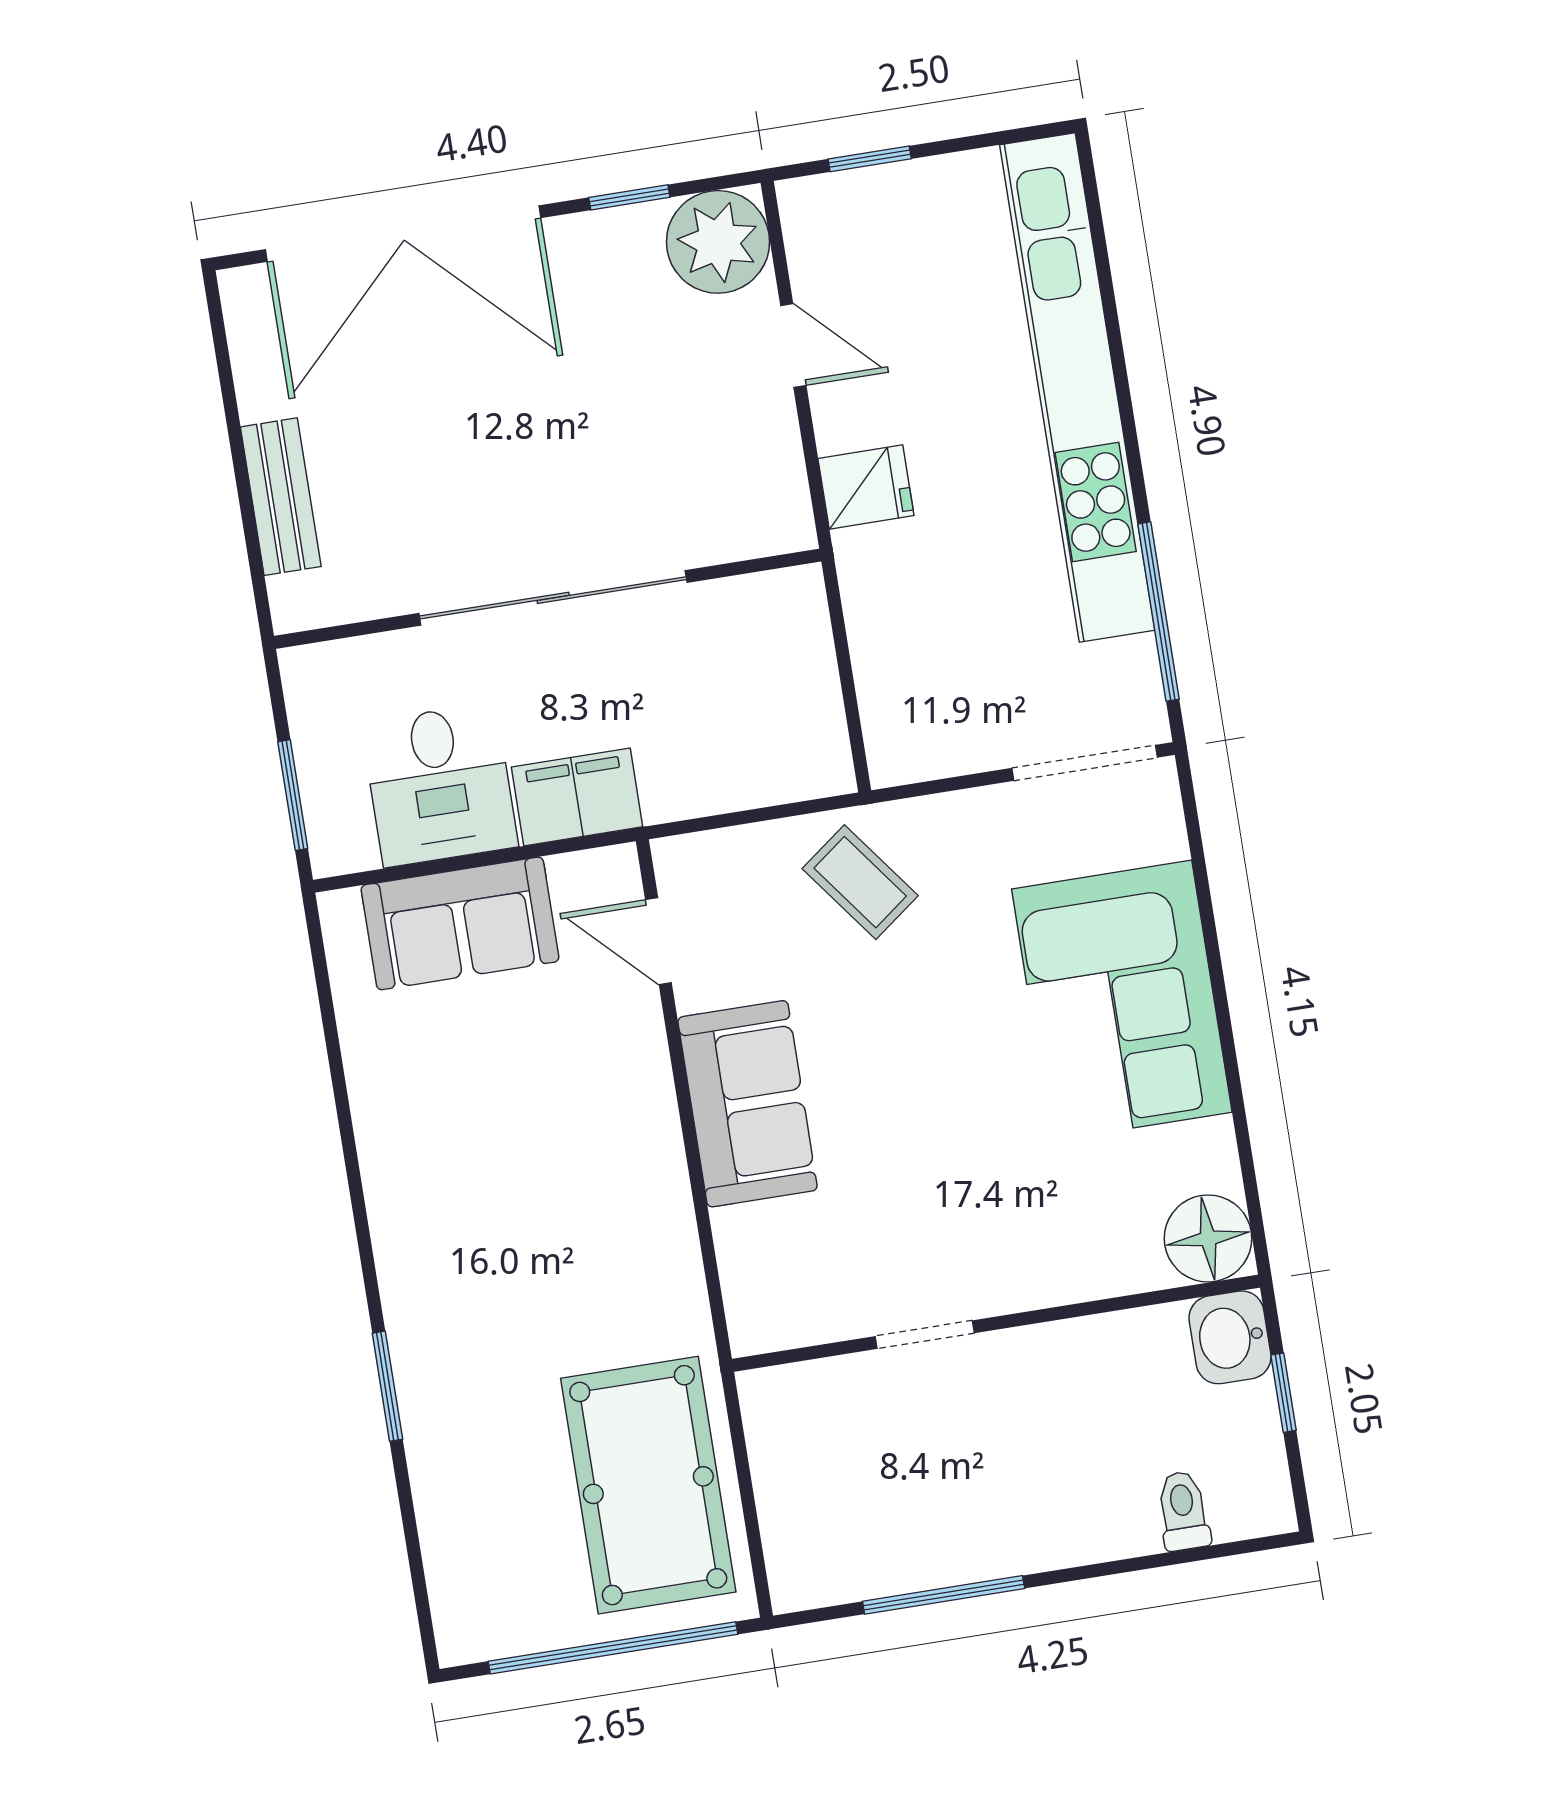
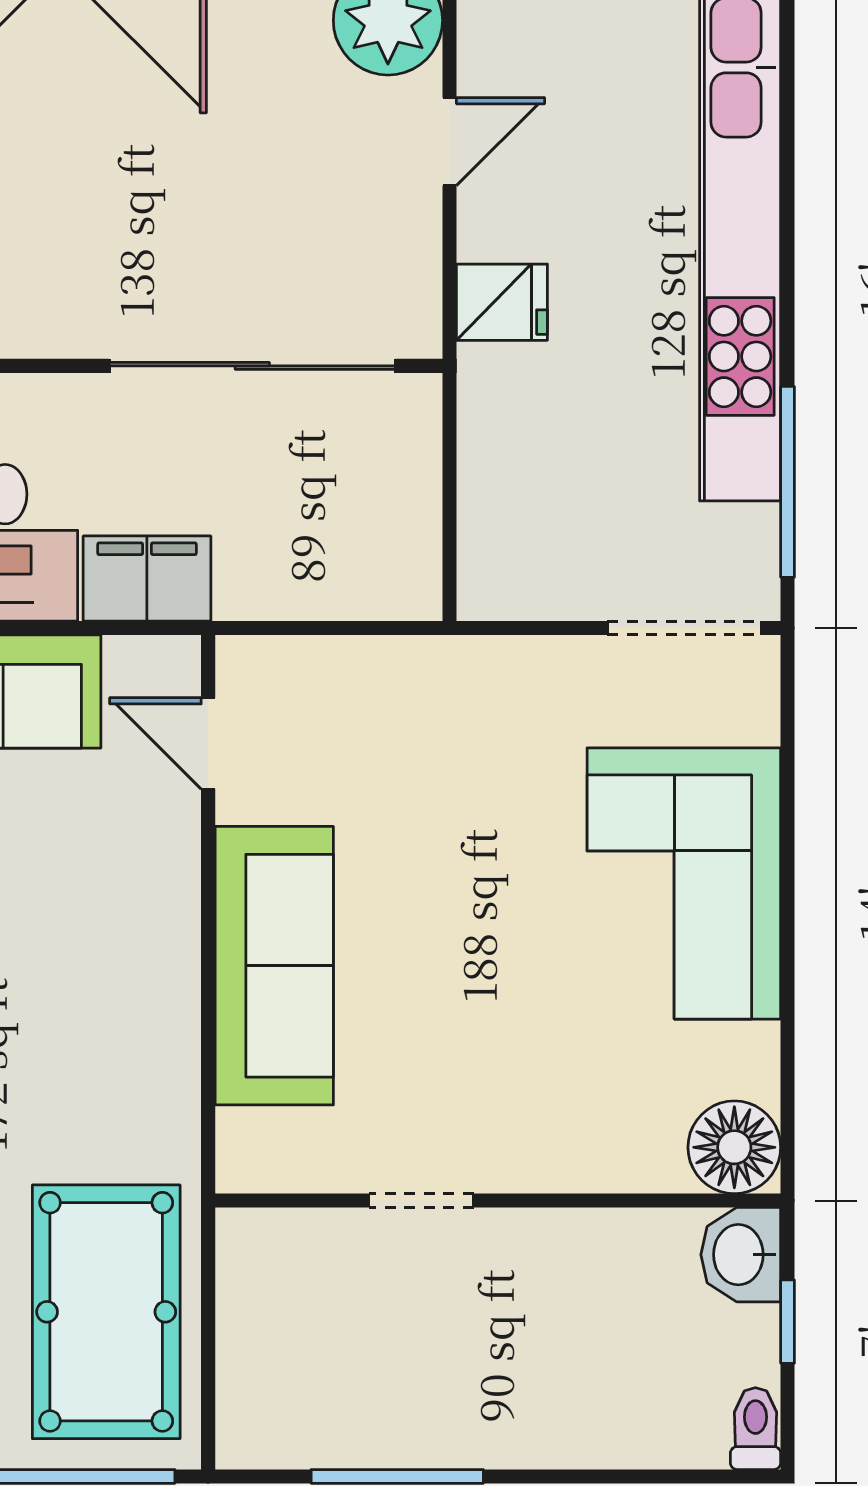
door: (793, 345) -> (450, 142), hinge flipped
sliding door: (553, 598) -> (252, 366), moved
coffee table: (860, 882) -> (429, 715), removed
sofa: (747, 1104) -> (274, 966), width x1.36
toilet: (1183, 1511) -> (755, 1429), moved

